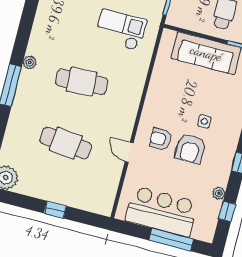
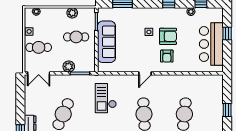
door: (129, 152) -> (145, 73), moved
window: (171, 240) -> (227, 34), width x0.46

